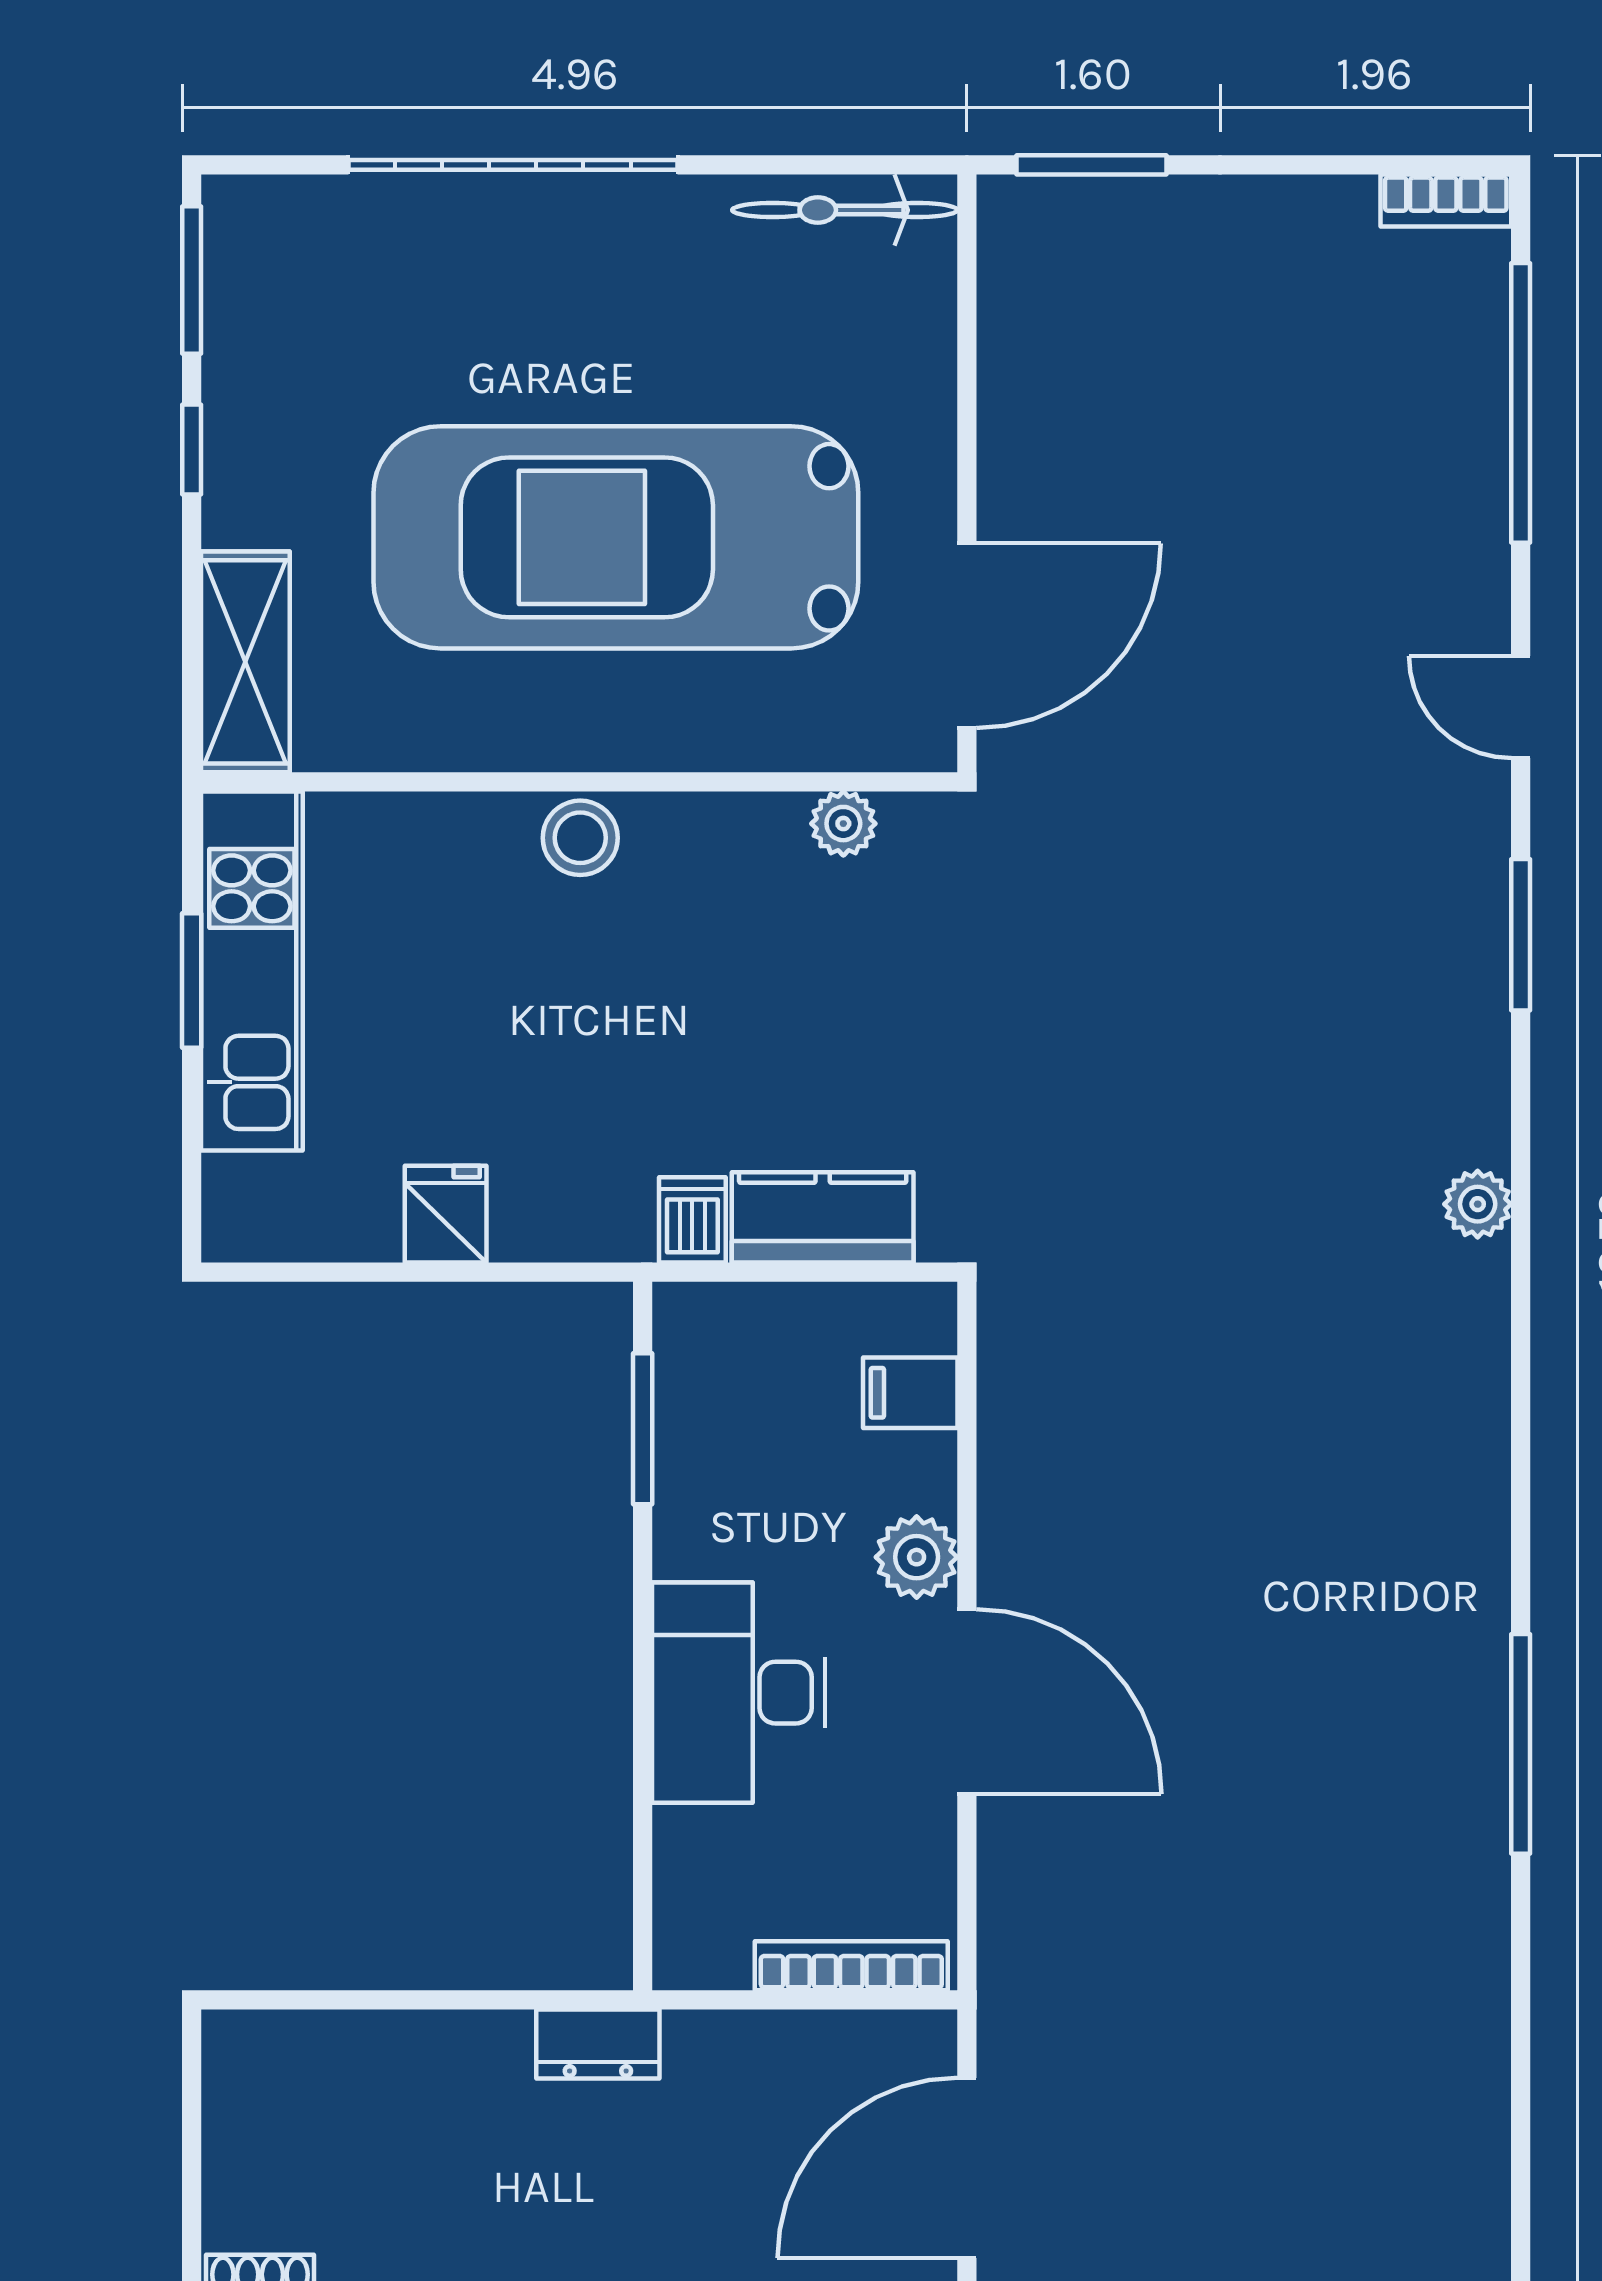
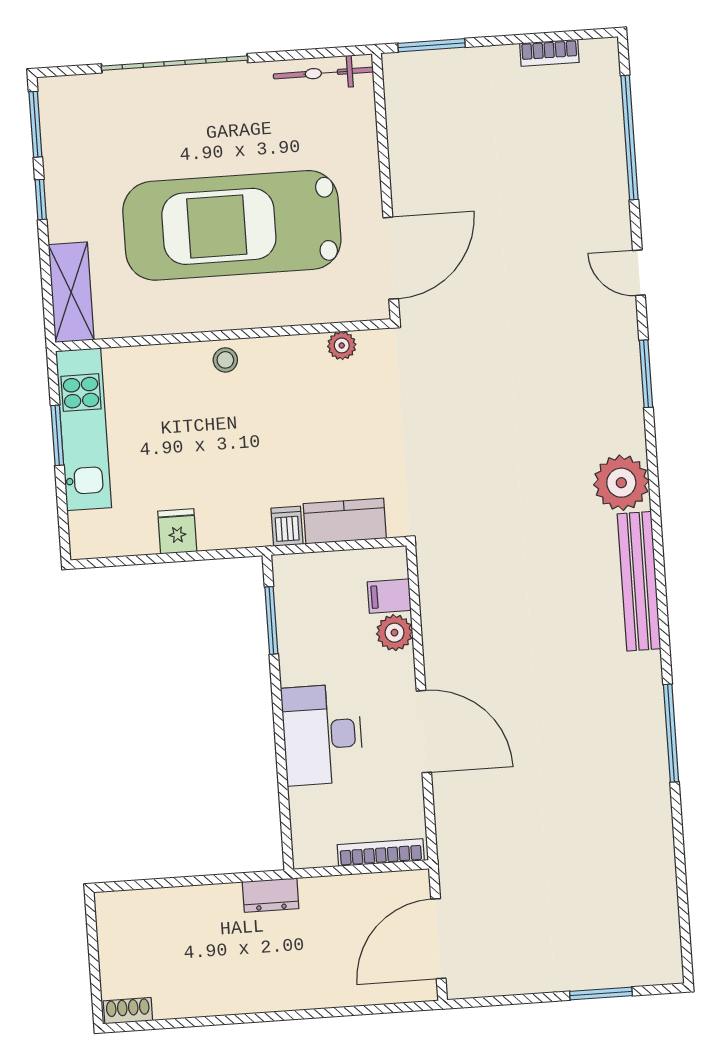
bookcase: (1446, 200) -> (549, 53), moved
stool: (580, 838) -> (225, 360), width x0.73, depth x0.73
plant: (1478, 1204) -> (621, 483), width x1.88, depth x1.88
bench: (1473, 1398) -> (639, 581), added
plant: (917, 1557) -> (394, 633), moved

